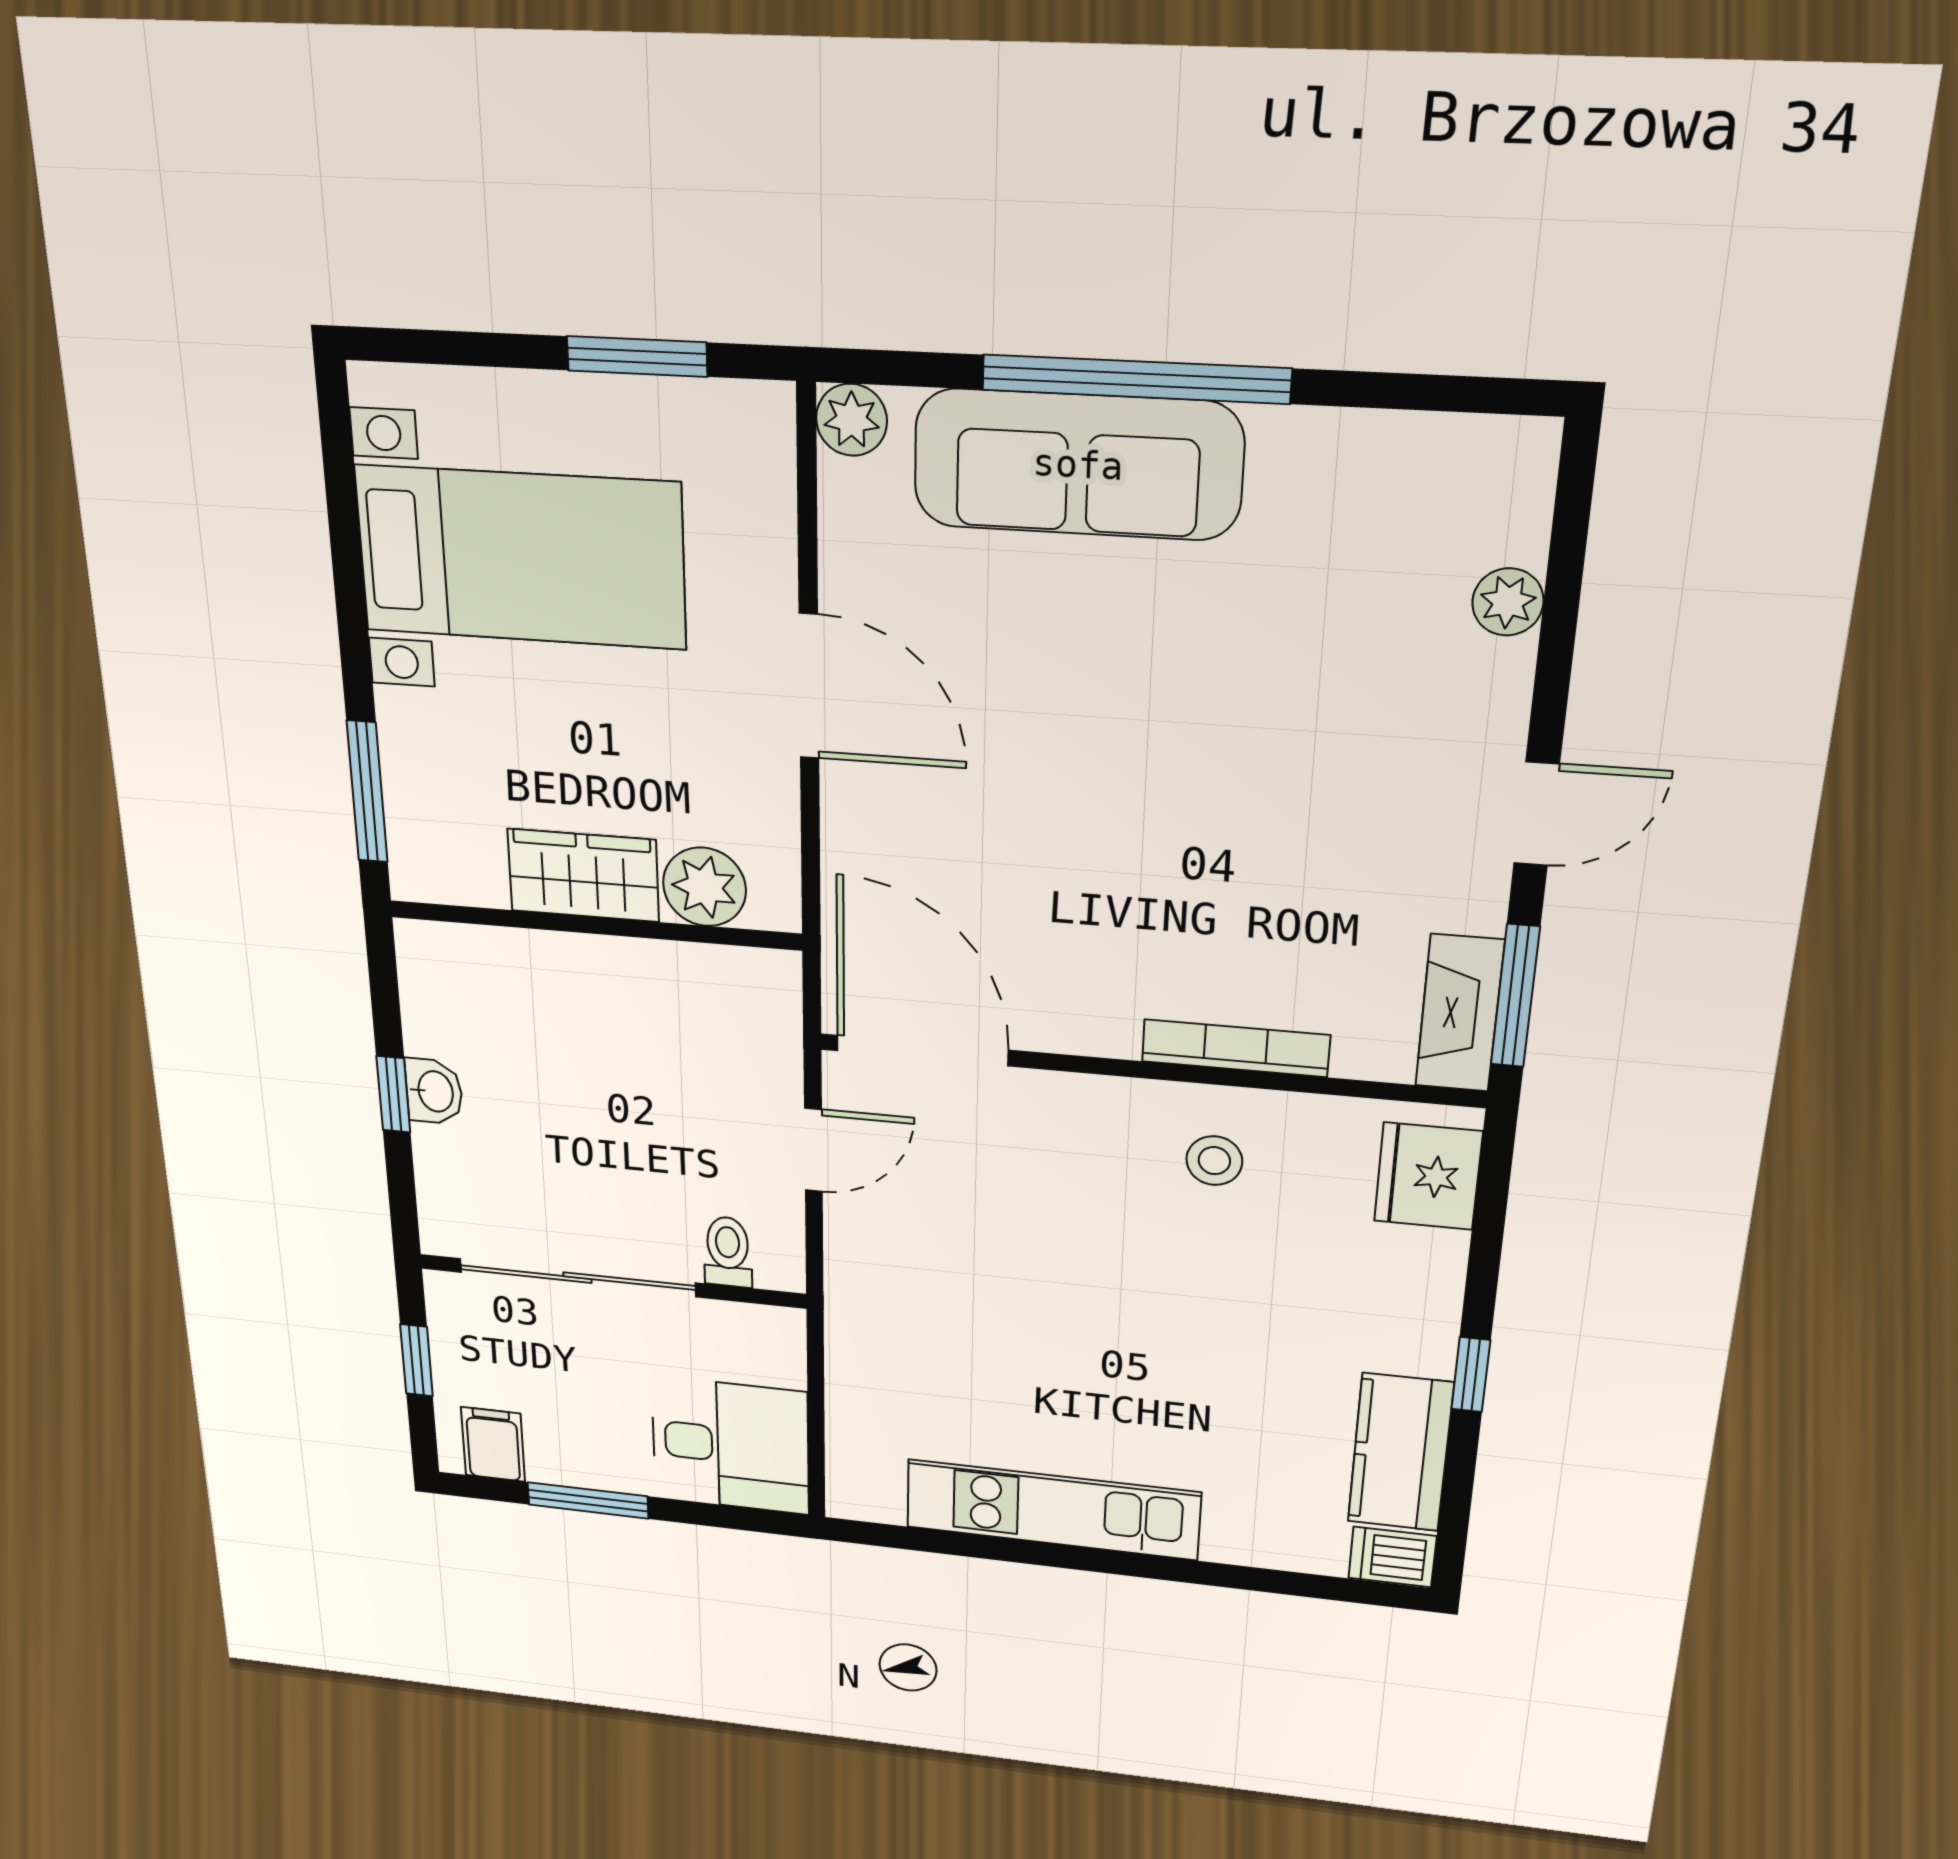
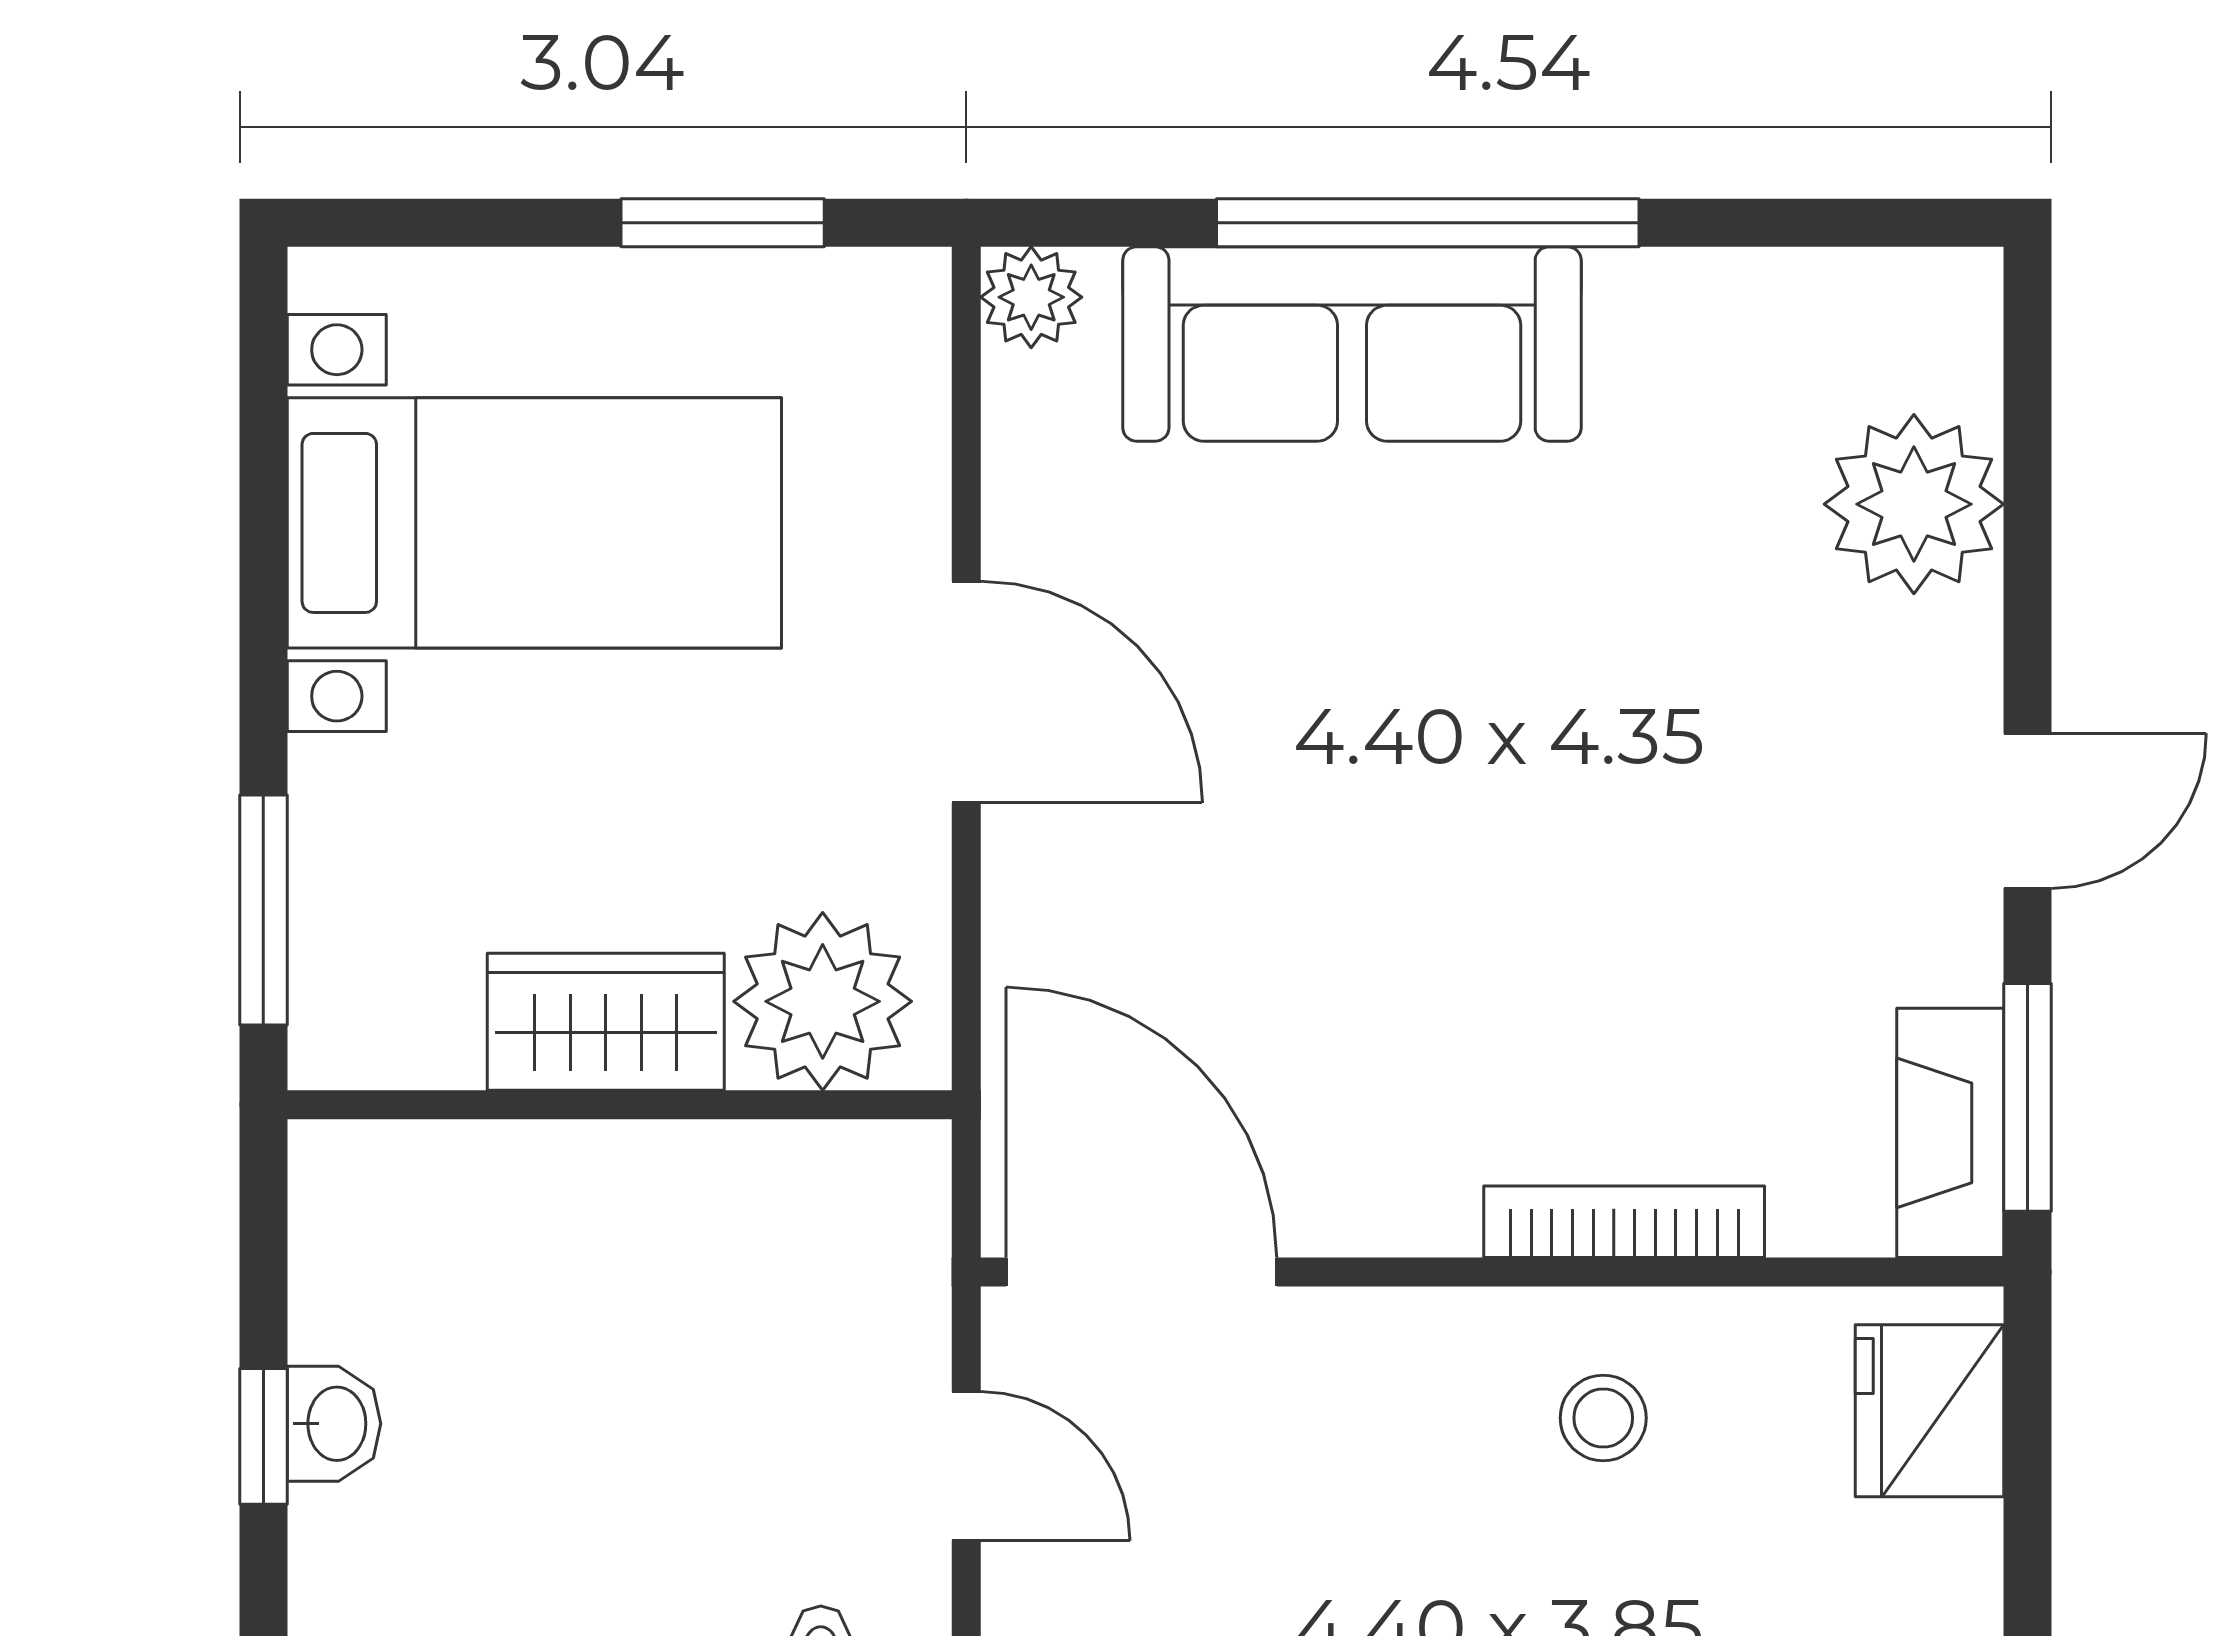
plant: (1508, 602) -> (1914, 504), width x1.87, depth x1.87
plant: (705, 887) -> (823, 1001), width x1.36, depth x1.36
door: (813, 1150) -> (966, 1466), hinge flipped

